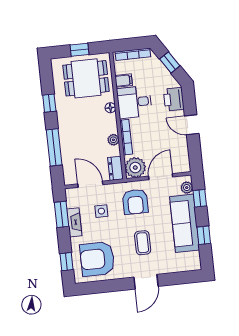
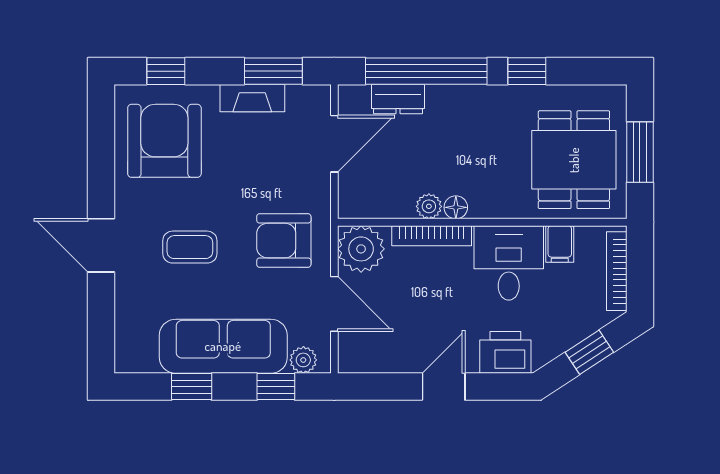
window: (79, 50) -> (640, 152), width x1.50
floor lamp: (110, 108) -> (456, 207), moved
window: (54, 147) -> (426, 71), width x1.46
dresser: (115, 168) -> (398, 99), moved, turned 180
side table: (101, 211) -> (271, 162), removed

